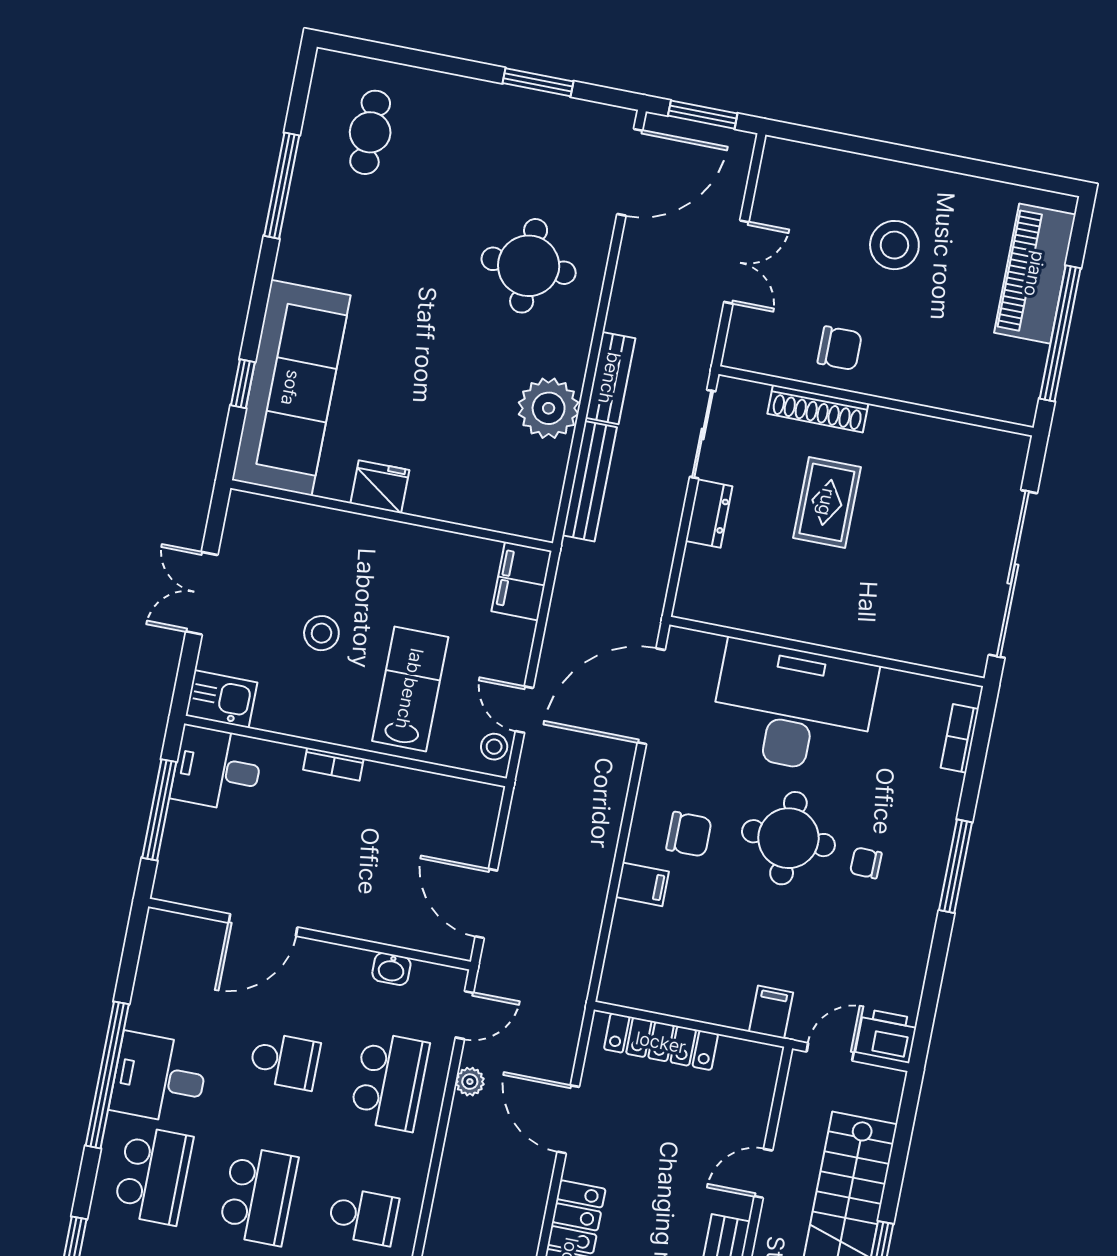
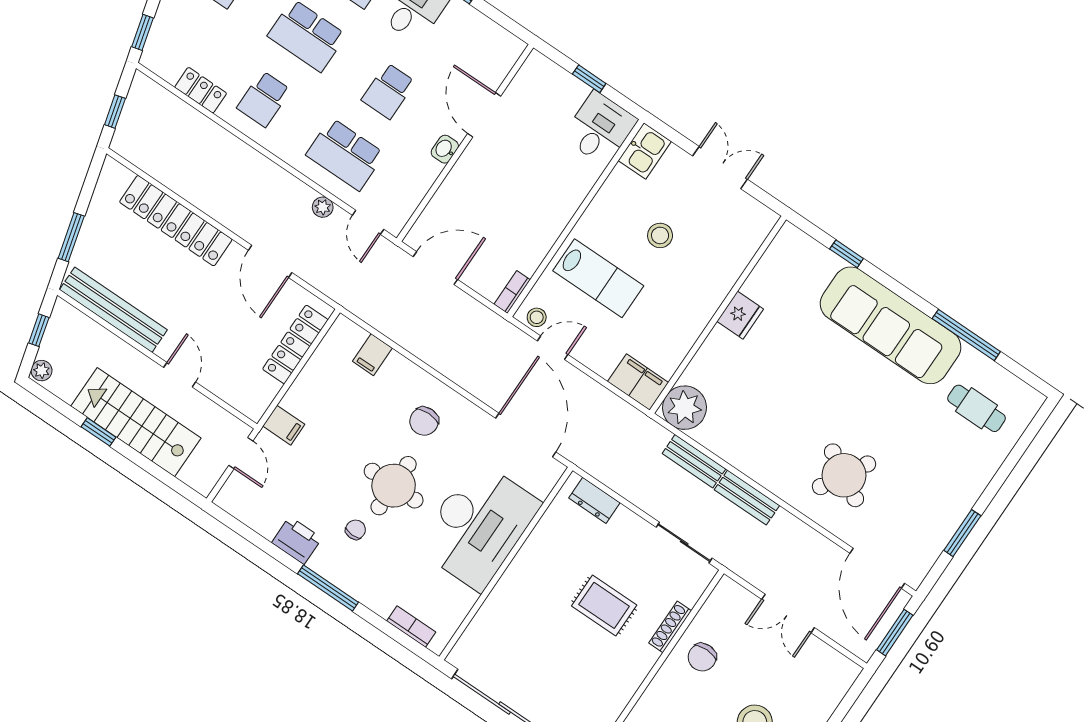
round table: (529, 266) -> (844, 475), turned 30
sofa: (291, 388) -> (891, 325), moved
plant: (549, 408) -> (684, 408), moved
shoe rack: (818, 409) -> (670, 627), width x0.74, depth x0.81
bench: (590, 481) -> (694, 461), width x0.73
dresser: (709, 514) -> (594, 500), moved
bookcase: (333, 764) -> (512, 292), moved
window: (159, 810) -> (589, 79), width x0.46
filing cabinet: (642, 884) -> (372, 355), moved
washbasin: (391, 969) -> (445, 149), moved
printer: (887, 1036) -> (297, 540), moved, turned -90
door: (568, 1119) -> (270, 261), swing flipped

